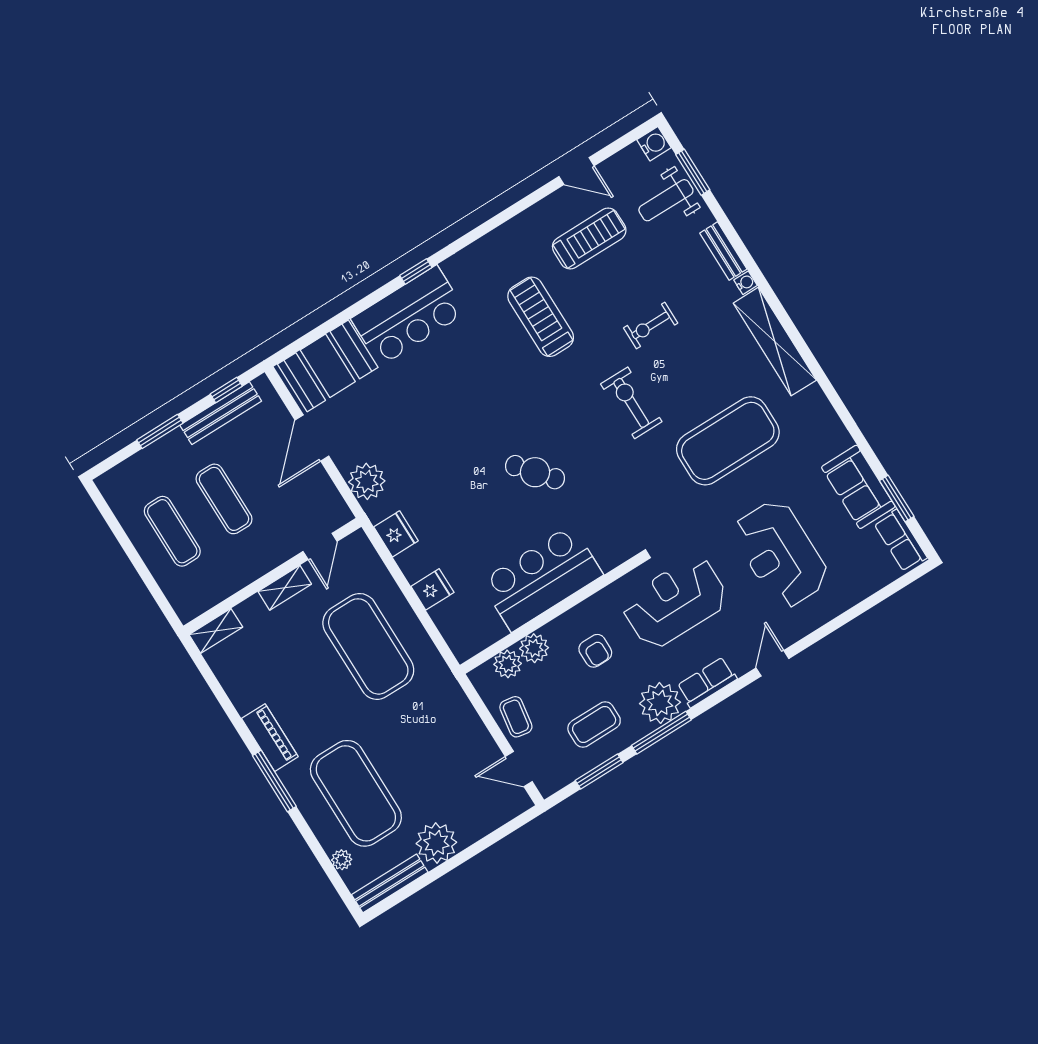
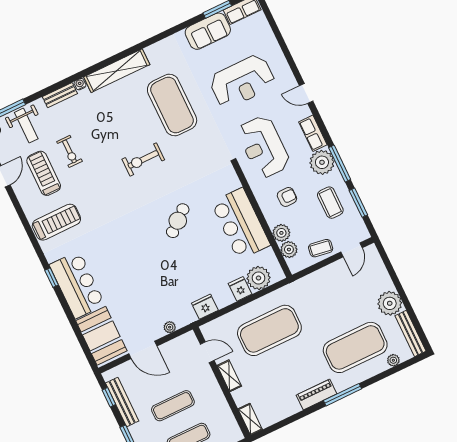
treadmill: (541, 317) -> (56, 222), moved, turned 180
exercise bike: (651, 325) -> (69, 151), moved
plant: (367, 481) -> (170, 327), width x0.53, depth x0.53
plant: (454, 618) -> (258, 278), added

